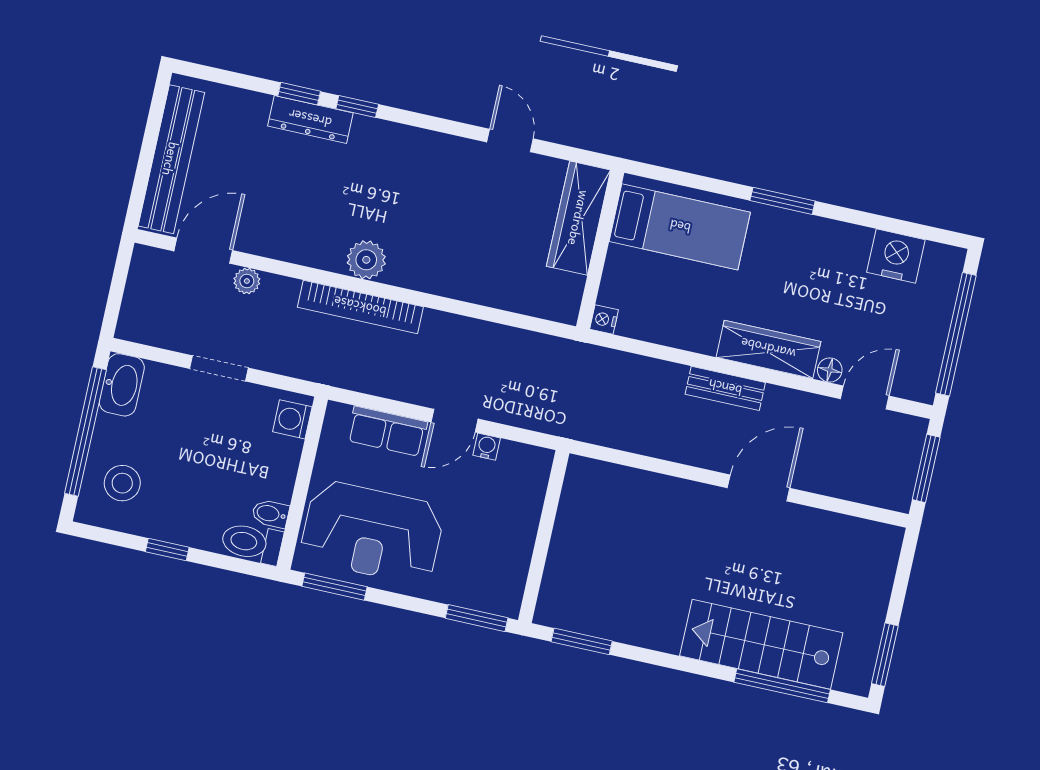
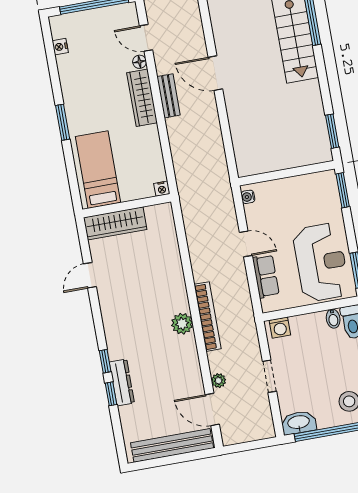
nightstand: (896, 256) -> (60, 47), width x0.53, depth x0.56
bench: (725, 388) -> (169, 96), moved
water cooler: (487, 447) -> (248, 197), moved

